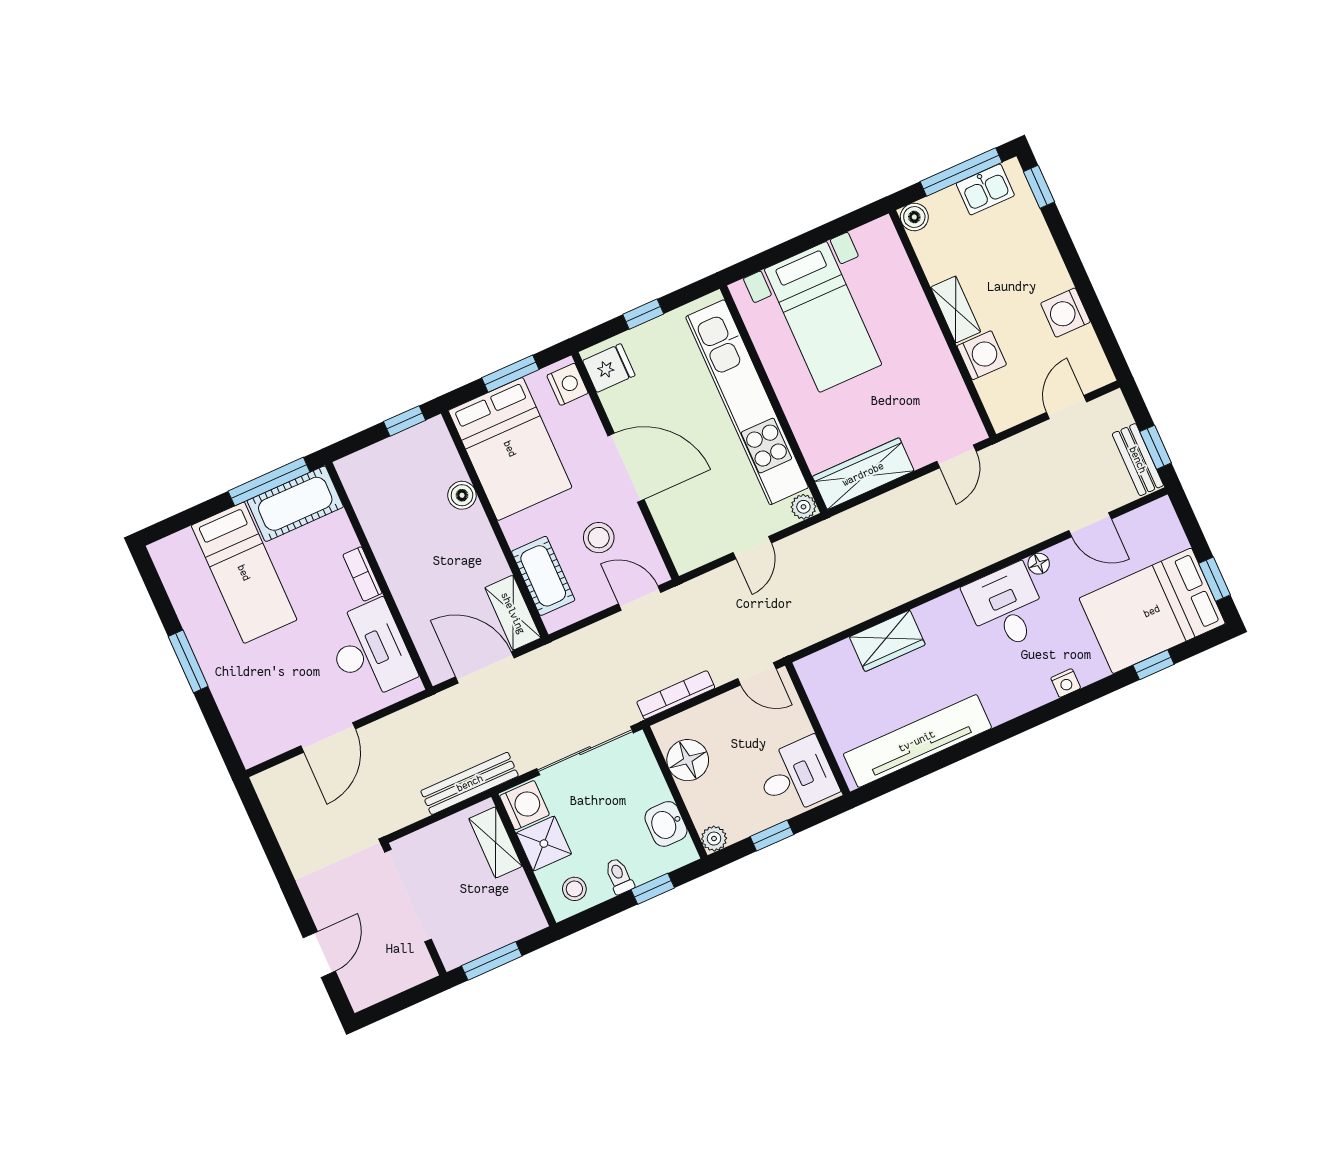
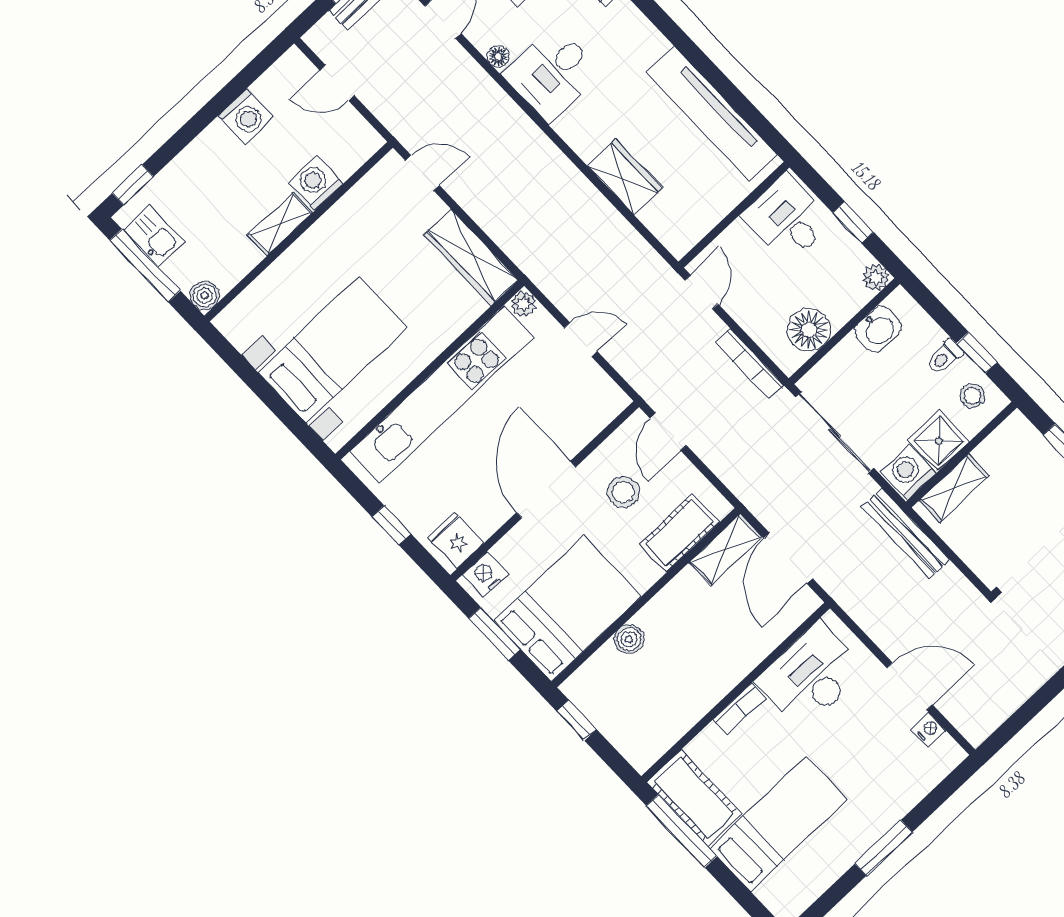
nightstand: (282, 741) -> (929, 729), added
window: (653, 889) -> (977, 353), moved

